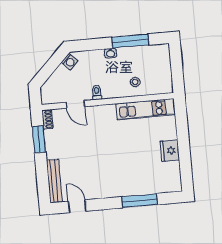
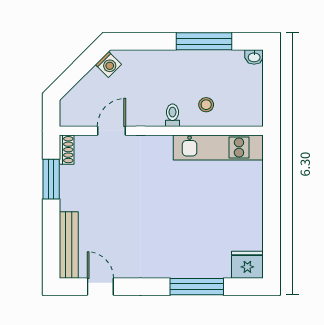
washbasin: (111, 53) -> (254, 57), moved
toilet: (97, 92) -> (173, 115), moved
door: (75, 104) -> (112, 131), swing flipped
fridge: (170, 151) -> (247, 265), moved, turned 90

